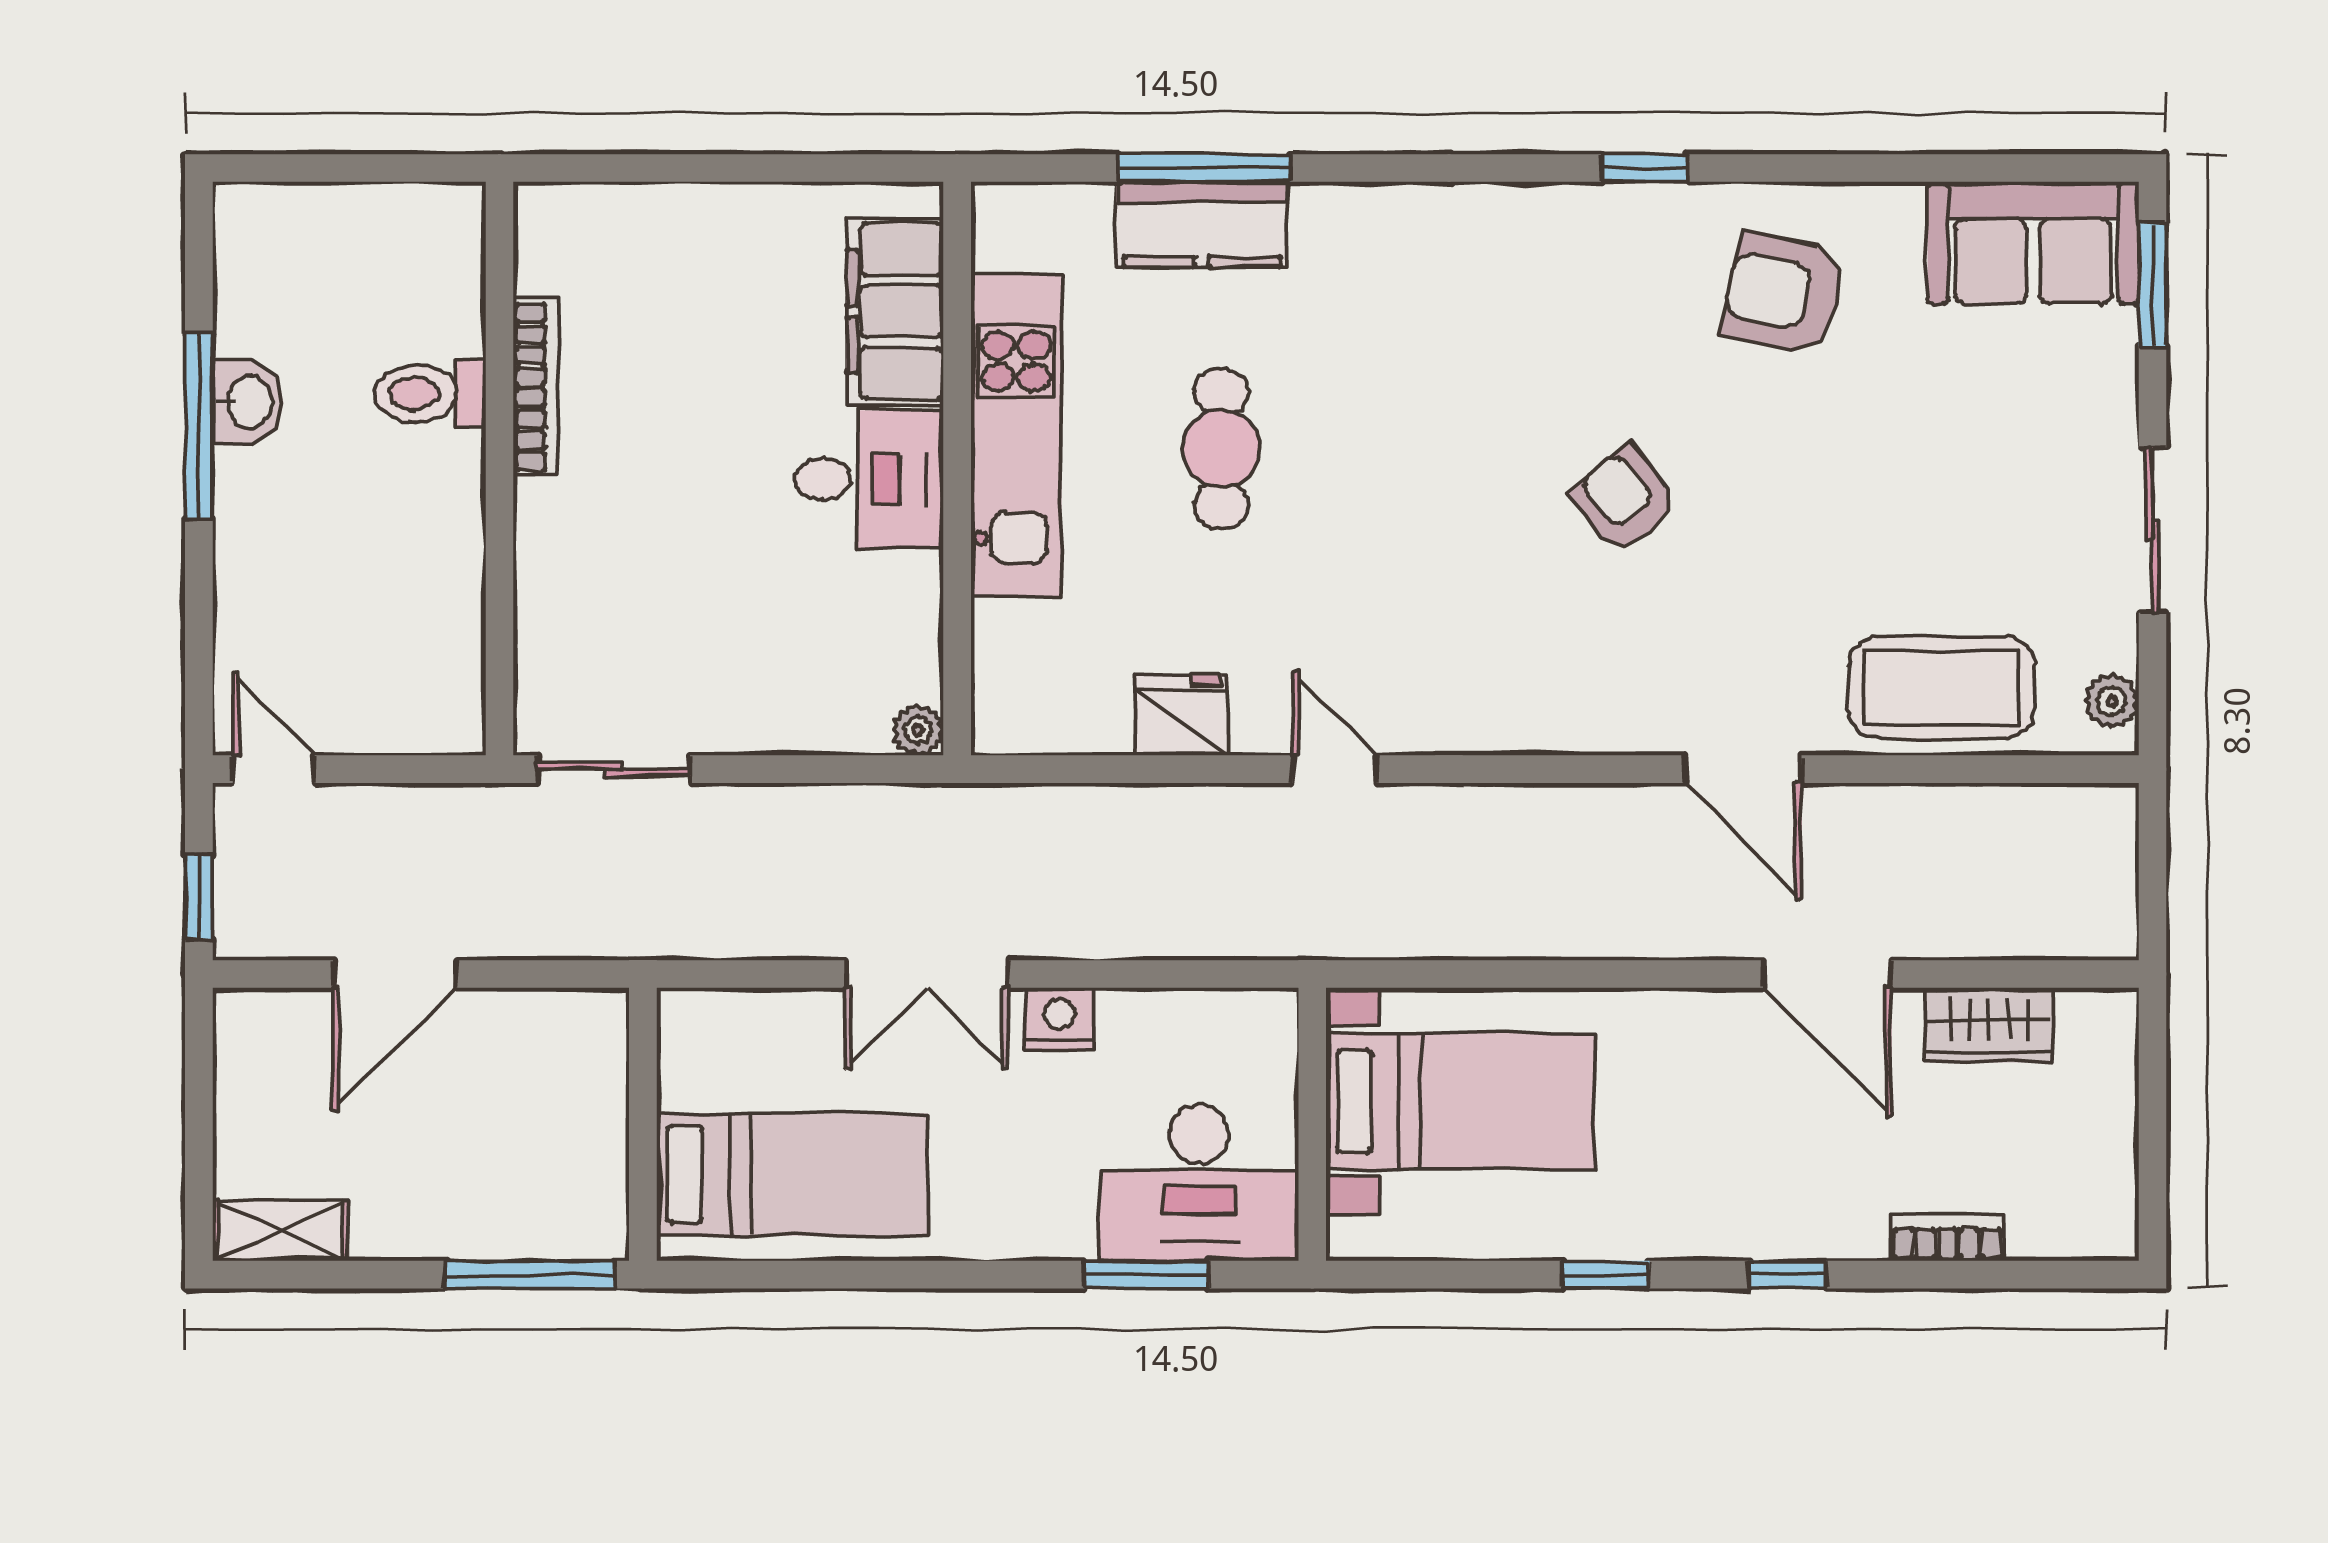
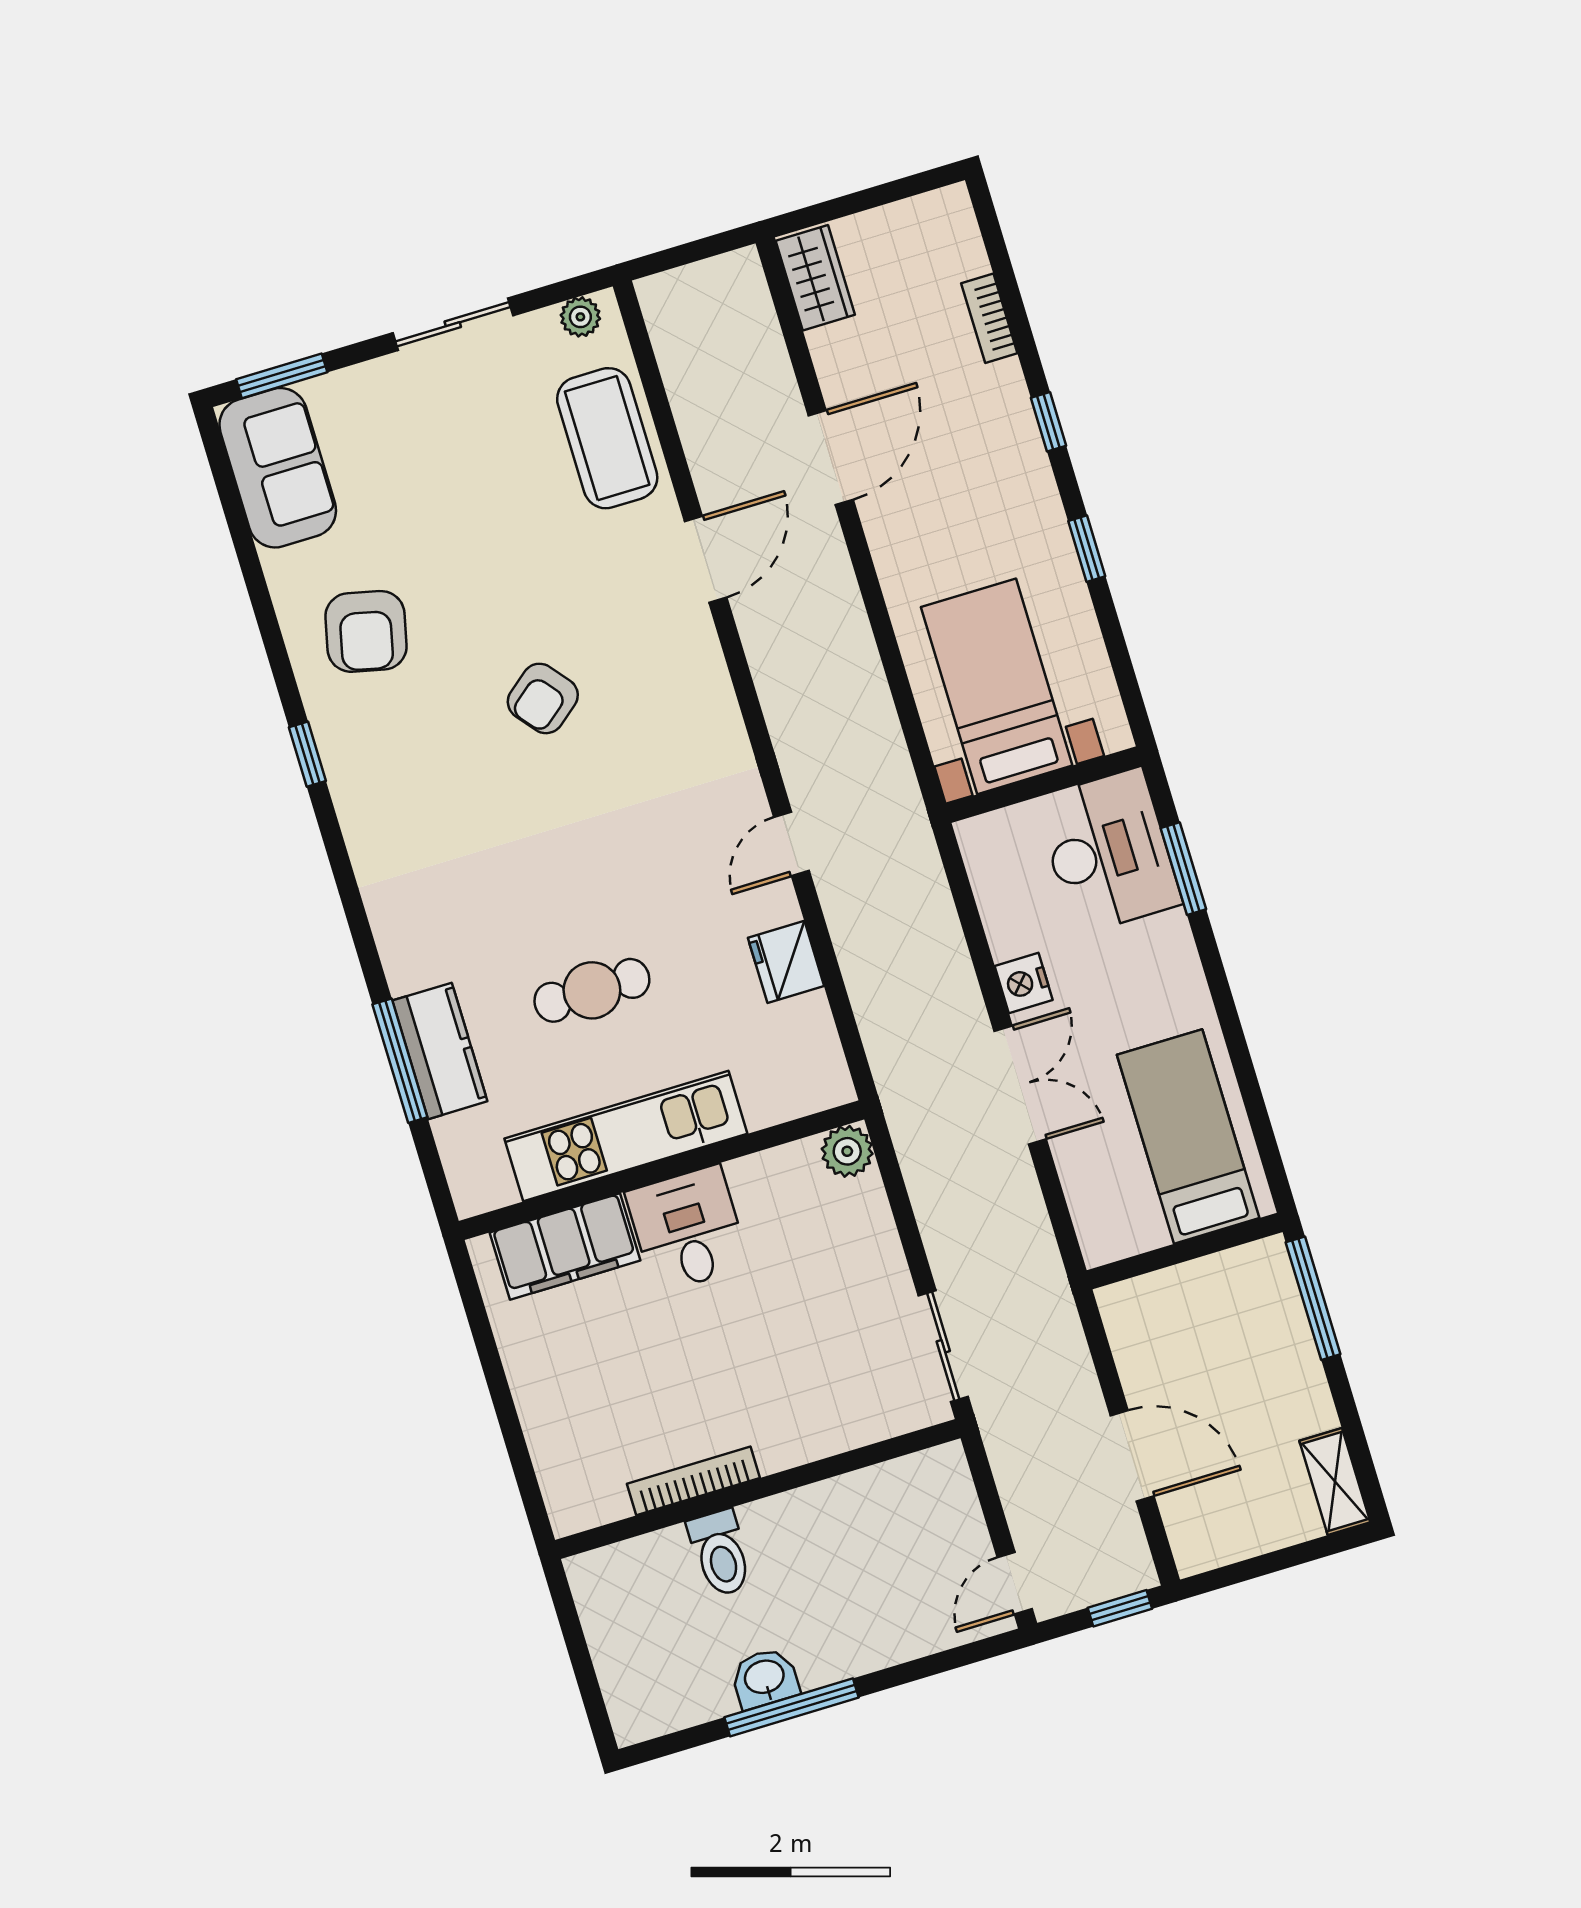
plant: (918, 730) -> (847, 1151), width x1.38, depth x1.38
wardrobe: (1989, 1025) -> (815, 278), moved

